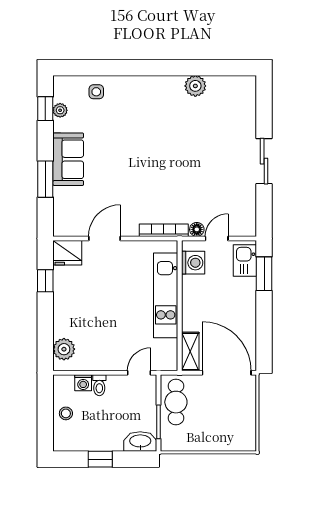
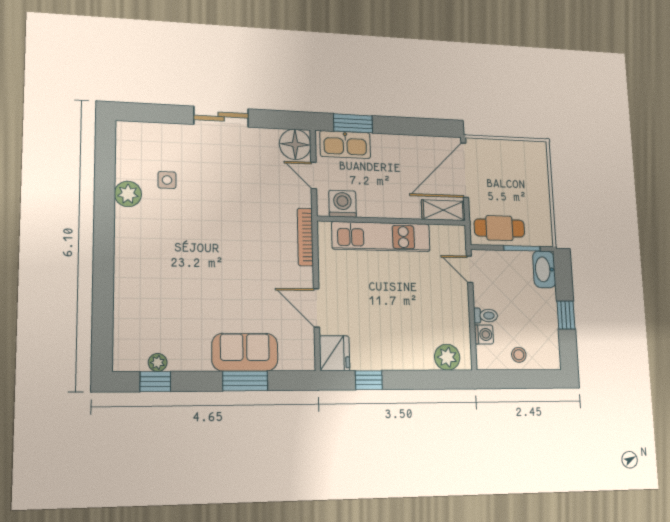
side table: (96, 92) -> (167, 180), moved
sofa: (68, 159) -> (245, 352), moved
floor lamp: (197, 229) -> (295, 144), moved, width x1.89, depth x1.89
kitchen sink: (245, 261) -> (345, 145), width x1.38

